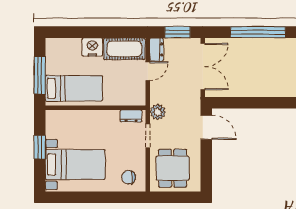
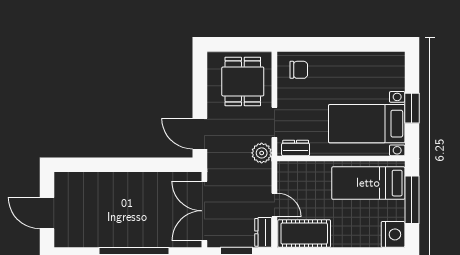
nightstand: (92, 47) -> (393, 234), moved, turned -90
door: (148, 71) -> (274, 205), swing flipped
bed with nightstands: (75, 164) -> (367, 124), moved

